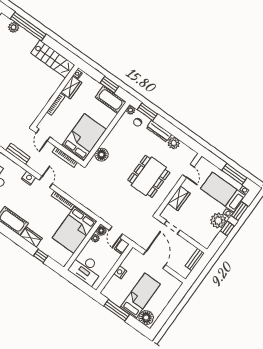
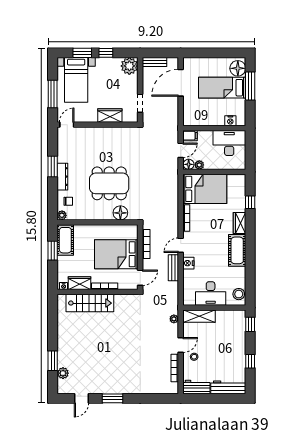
window: (28, 26) -> (53, 361), width x0.47
stairs: (53, 59) -> (90, 303), moved, turned 90
window: (147, 112) -> (53, 166), moved
bed: (84, 137) -> (116, 254), moved
plant: (174, 143) -> (64, 156), removed
bench: (18, 154) -> (173, 268), moved
door: (188, 171) -> (67, 125), moved
window: (234, 174) -> (53, 94), moved
dining table: (149, 176) -> (109, 183), moved
plant: (218, 221) -> (129, 66), moved
door: (155, 260) -> (181, 83), moved
desk: (86, 269) -> (229, 143), moved, turned -90
nightstand: (120, 272) -> (230, 121), moved
window: (117, 310) -> (250, 86), moved

